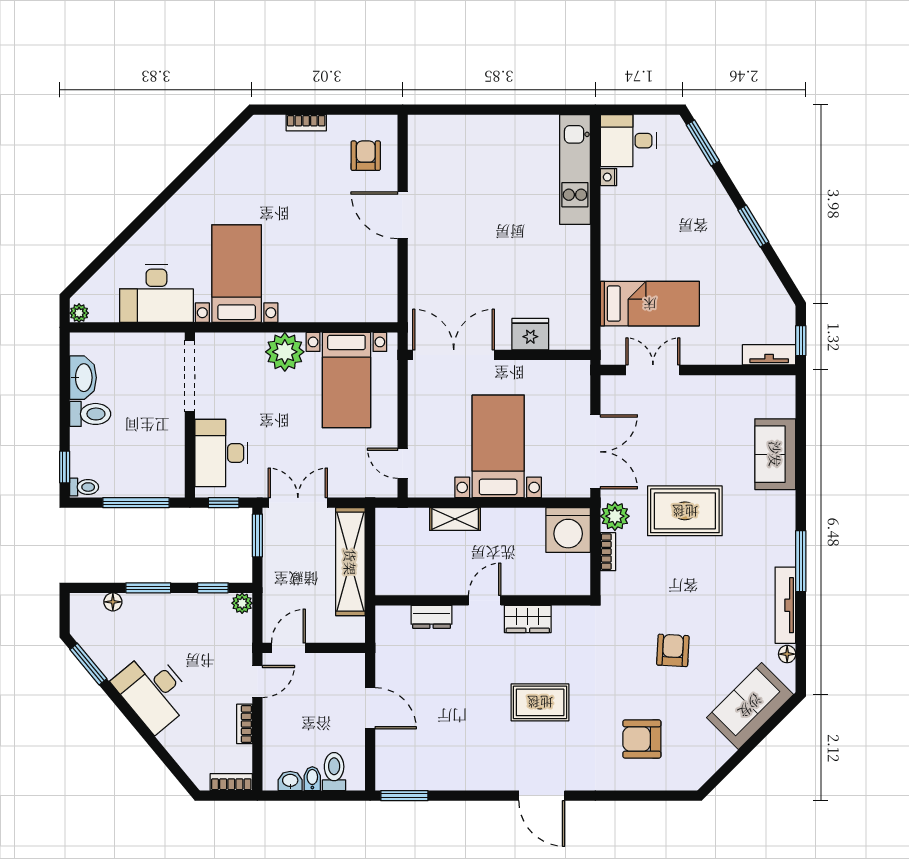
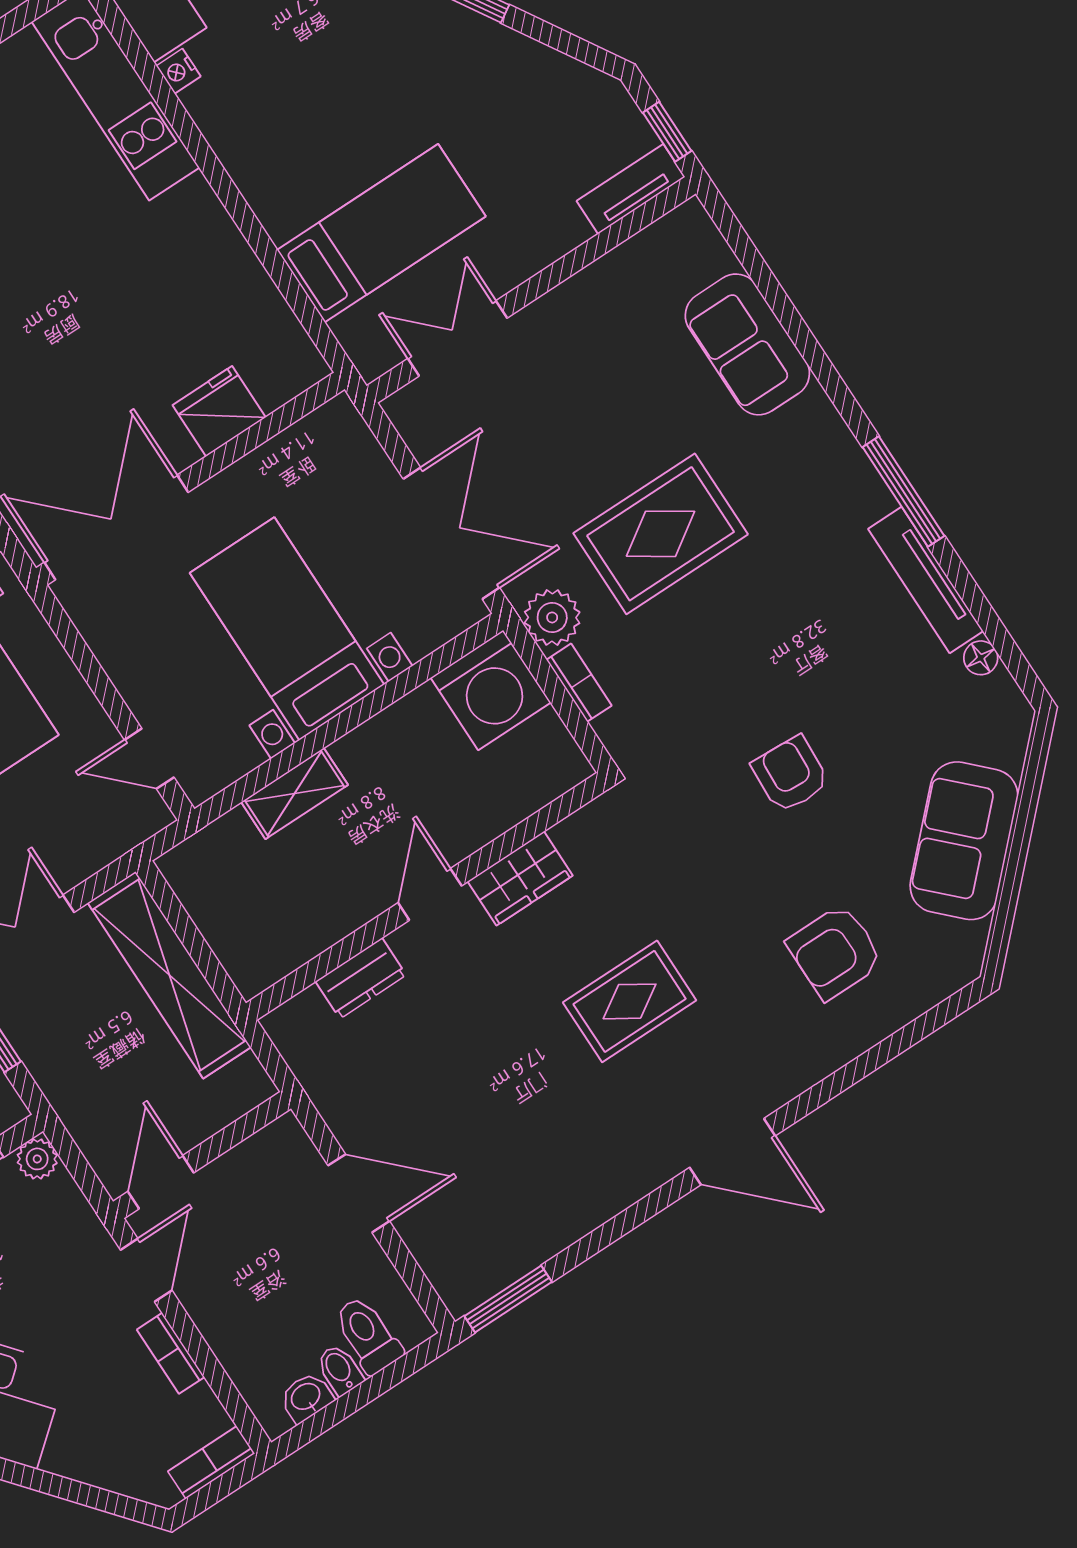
sofa: (750, 706) -> (964, 841), moved

